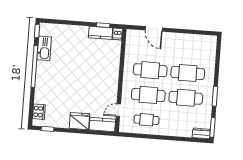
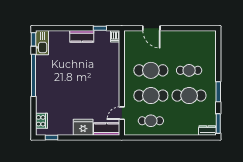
kitchen counter: (101, 33) -> (82, 36), moved
kitchen sink: (44, 48) -> (42, 43), moved
cafe table: (188, 73) -> (189, 70), width x0.73, depth x0.74

